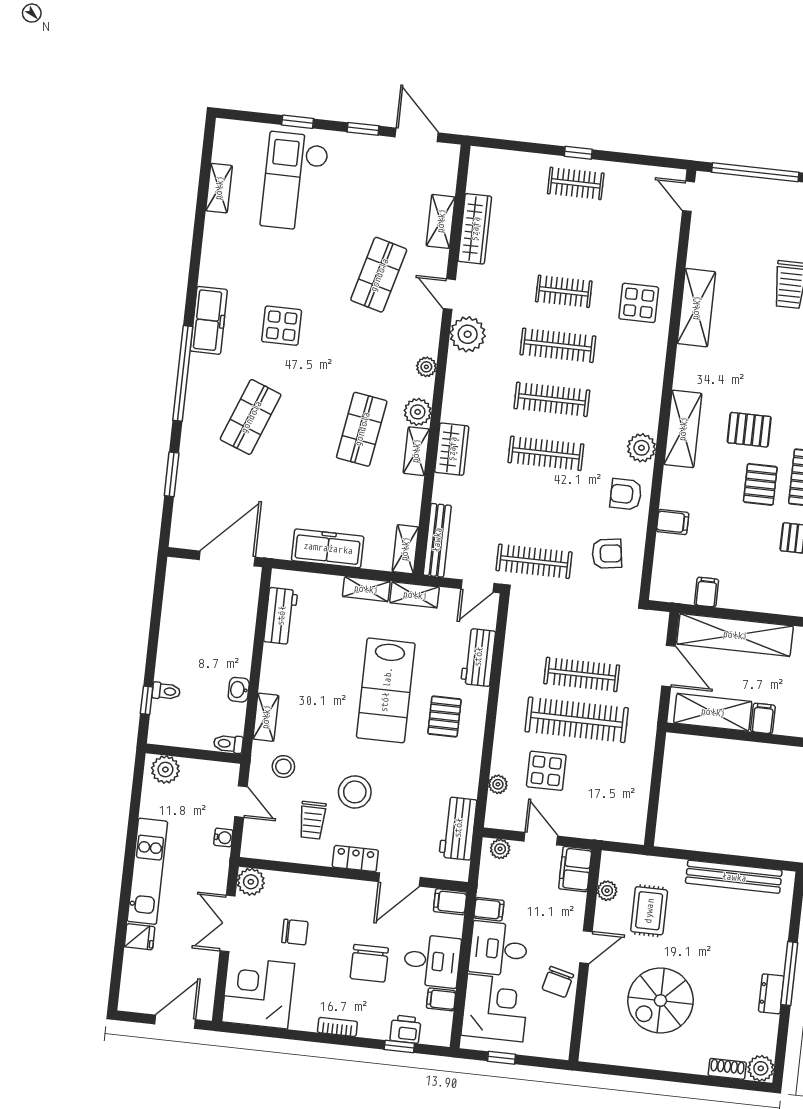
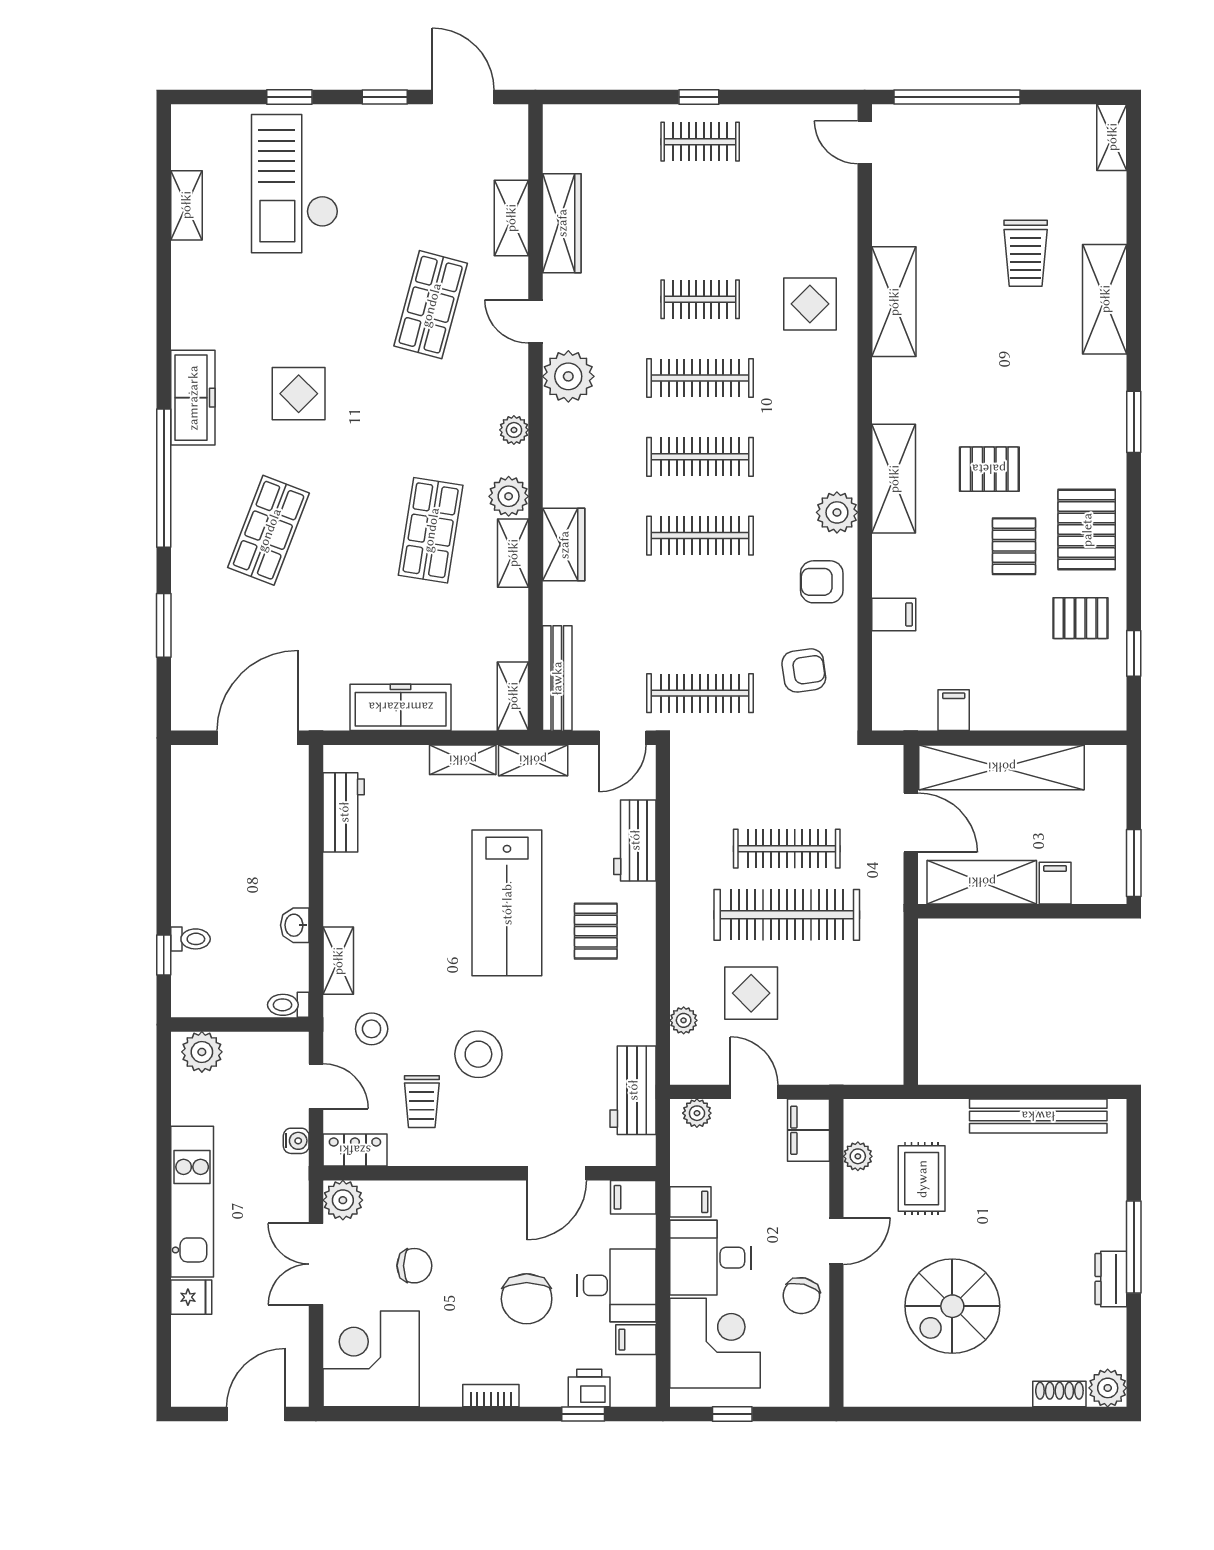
locker: (355, 859) -> (355, 1150), moved

